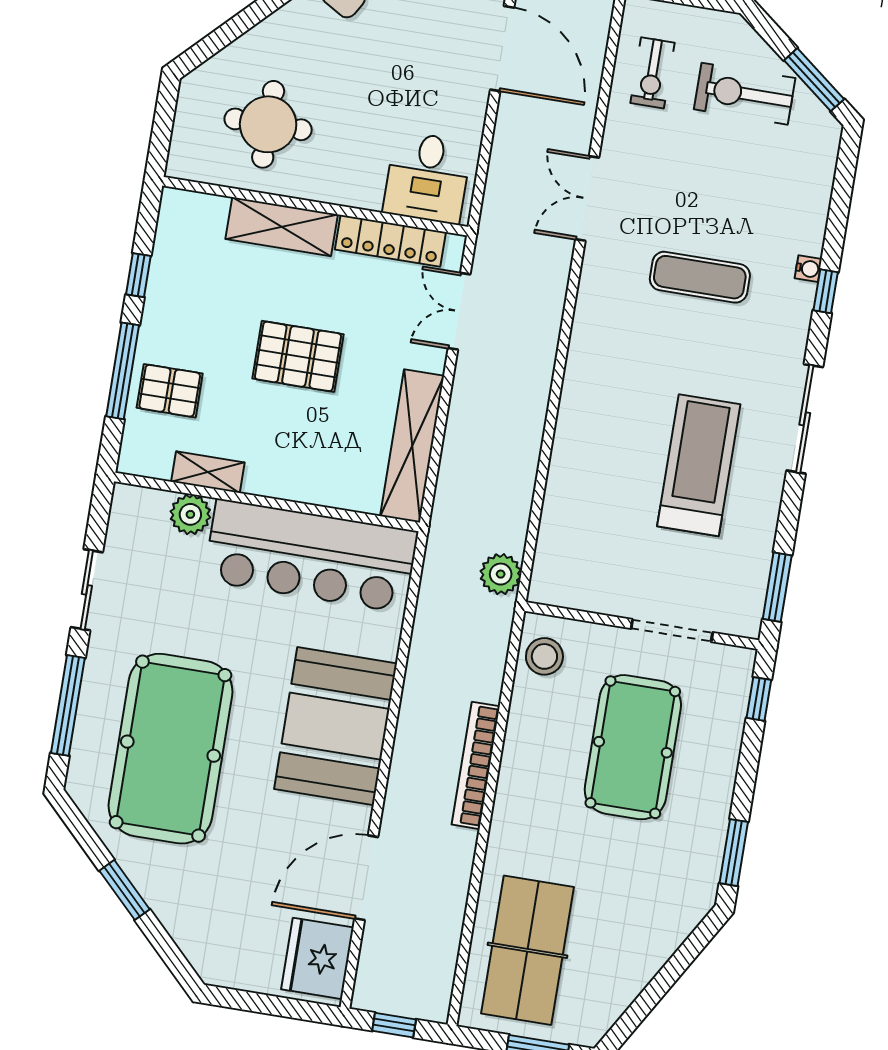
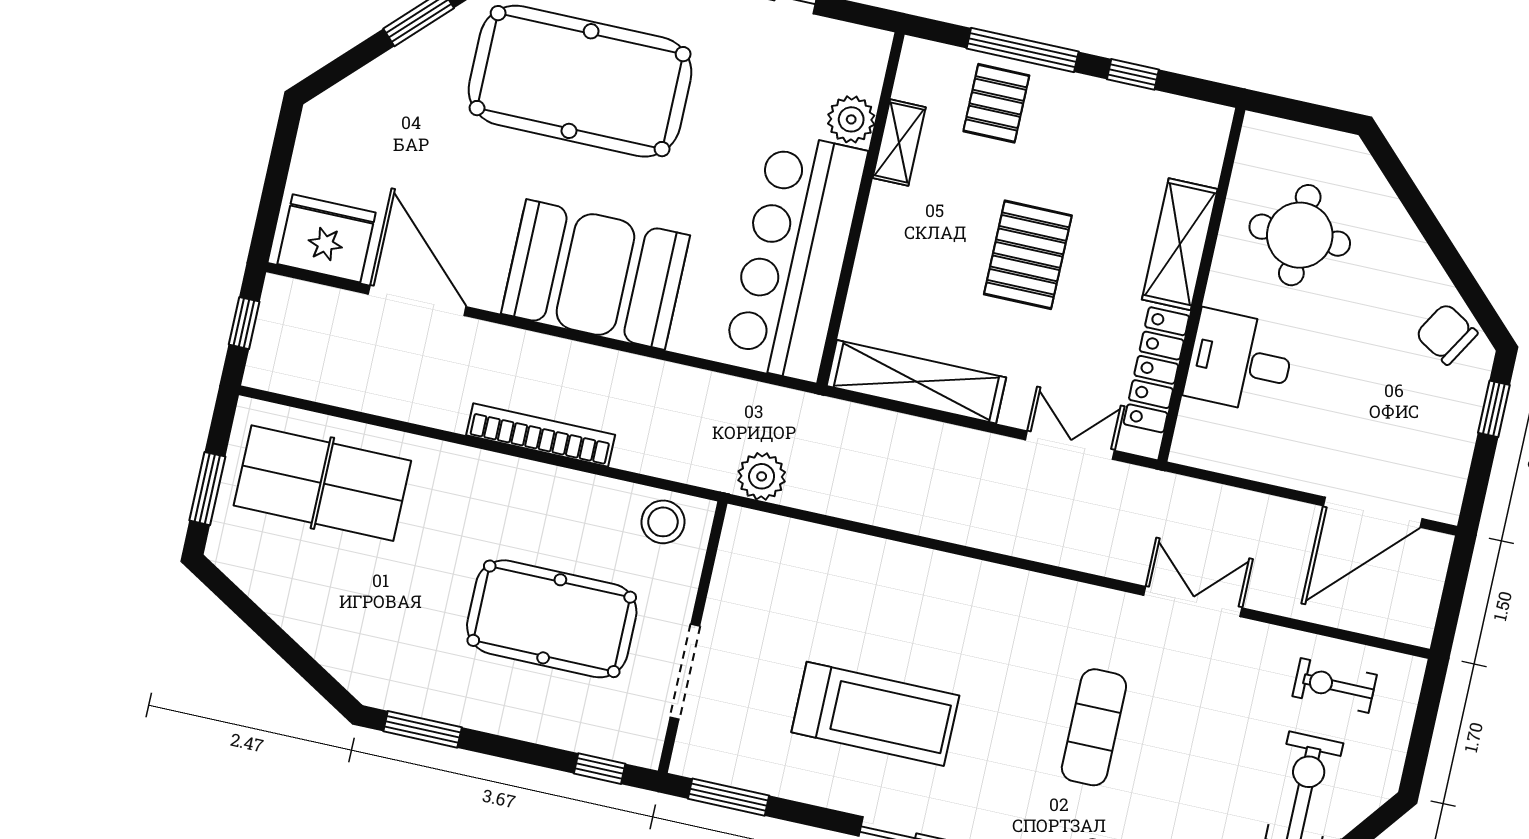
desk: (427, 178) -> (1240, 361), moved

